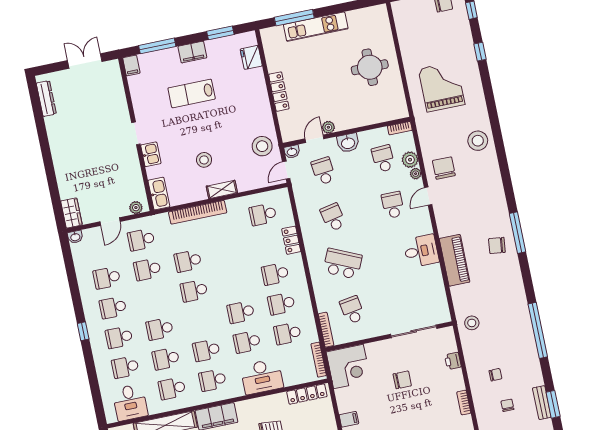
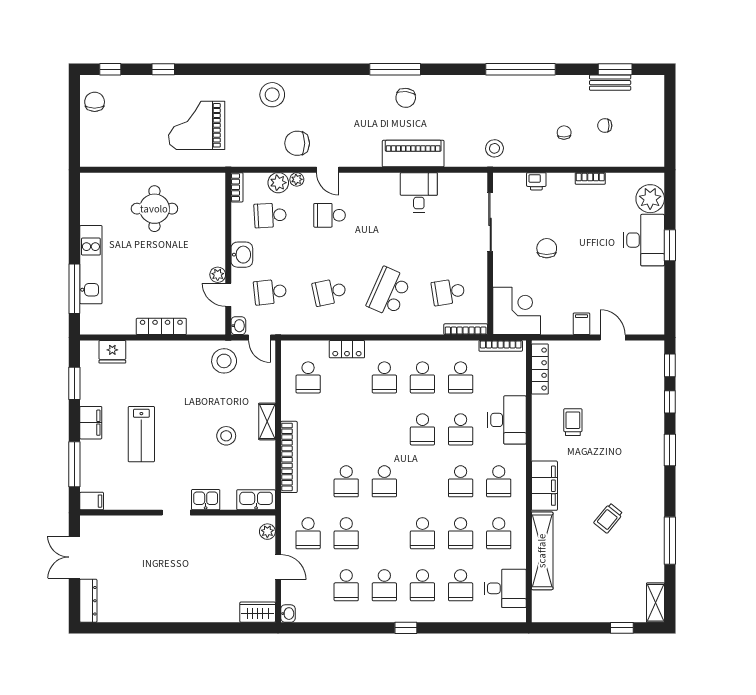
dresser: (46, 99) -> (88, 601), moved, turned 90
desk: (421, 251) -> (419, 192), moved

